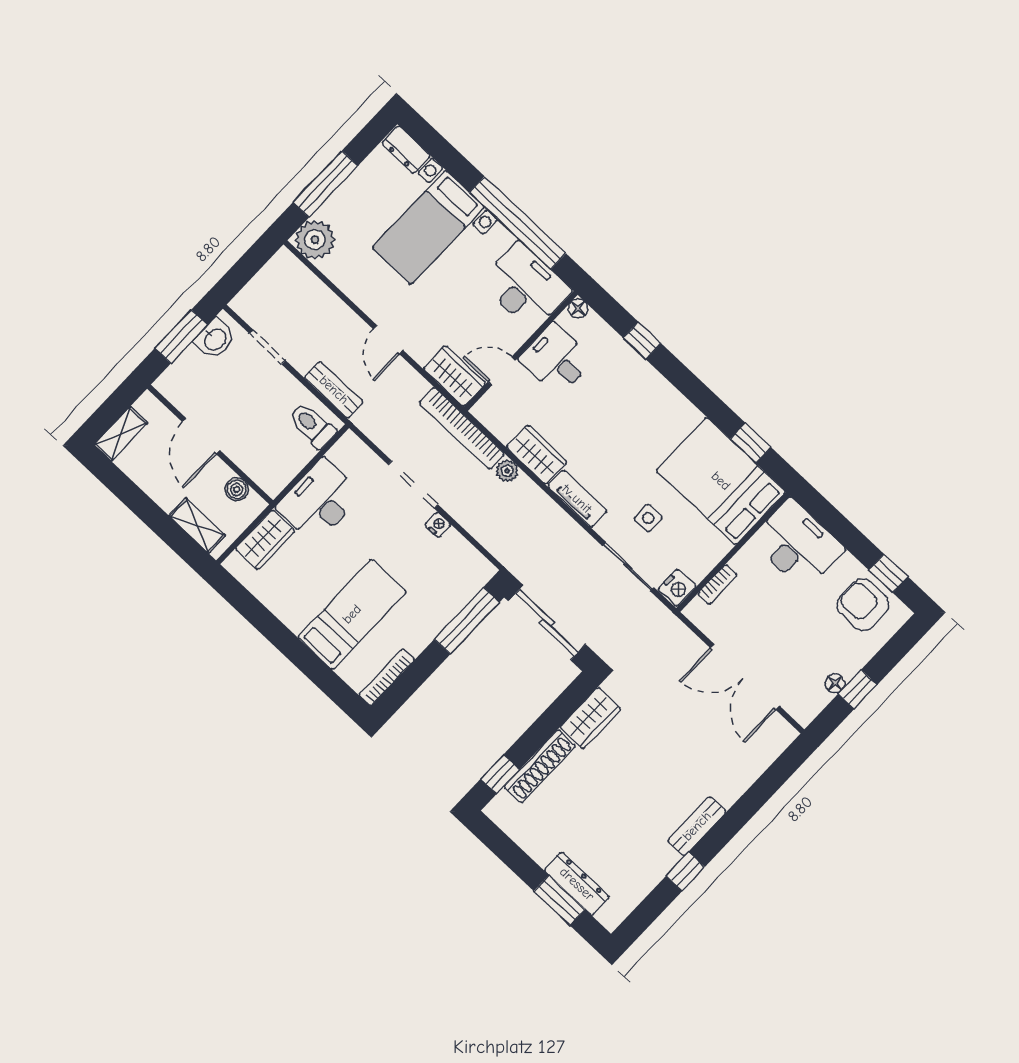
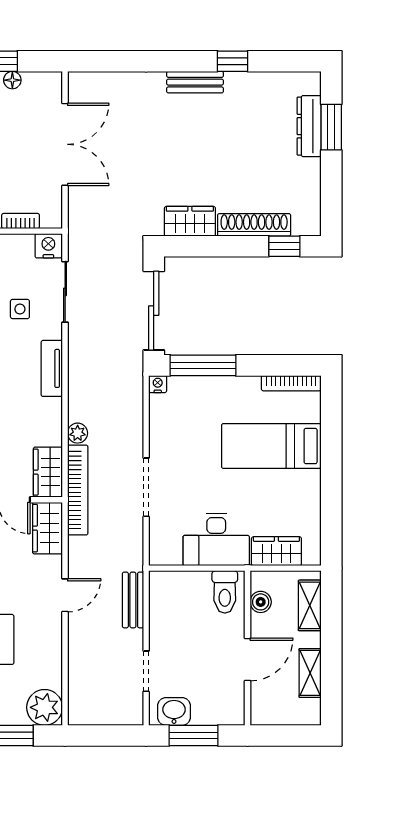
toilet: (312, 425) -> (225, 592), moved
shelving: (121, 434) -> (310, 673), moved, turned 90
wardrobe: (537, 455) -> (48, 472), moved
nightstand: (438, 525) -> (158, 384), moved, turned 90

